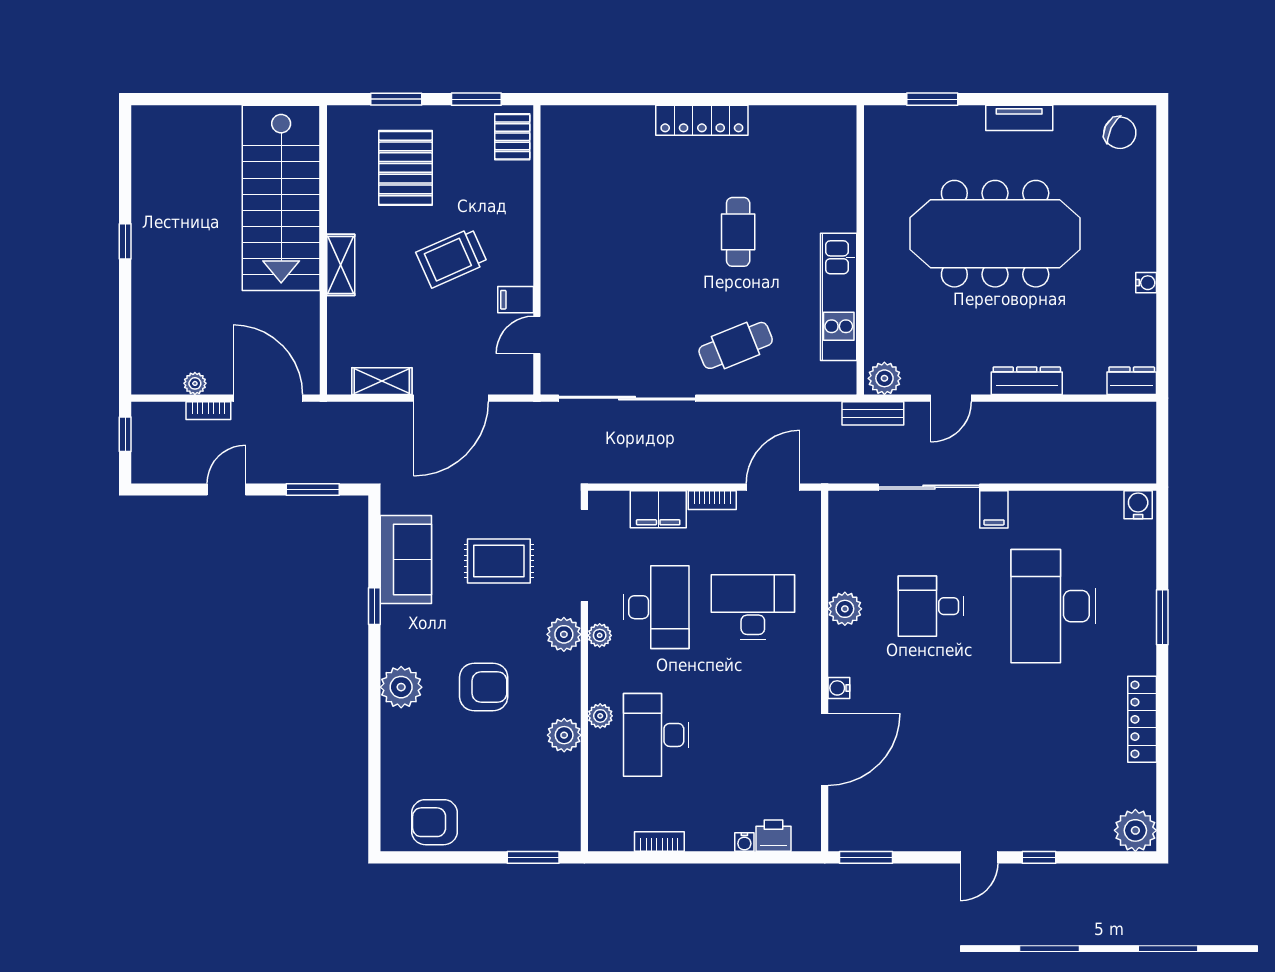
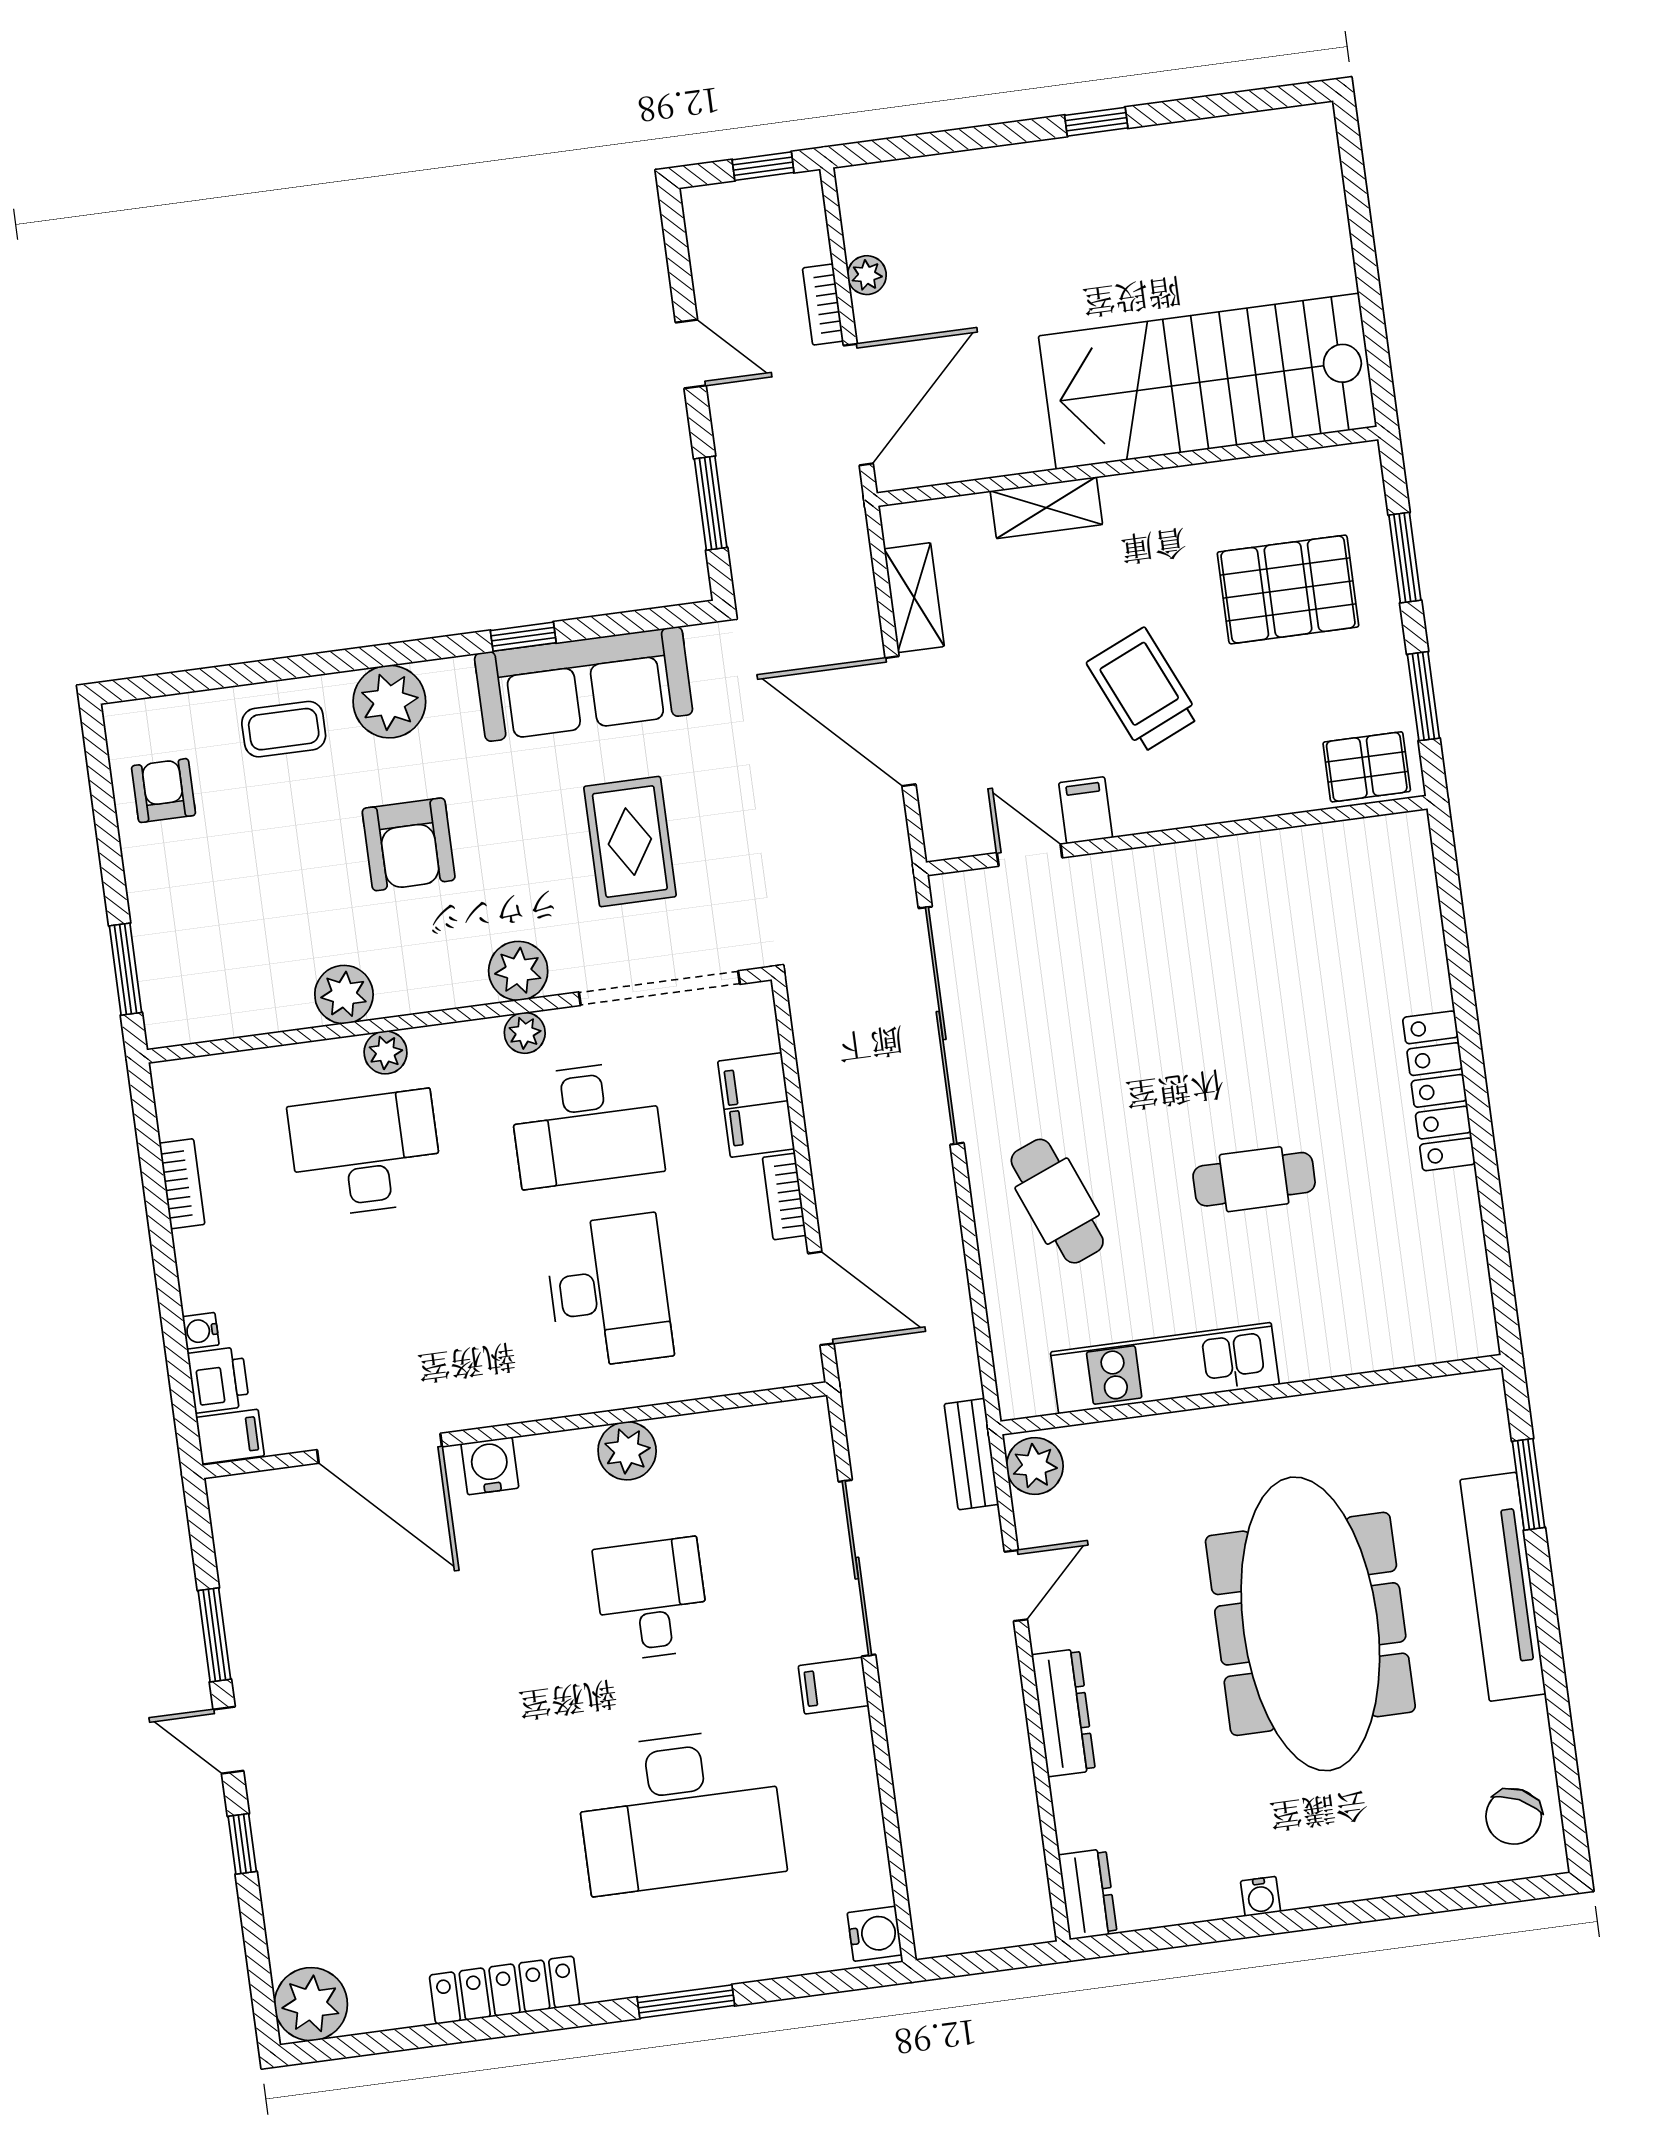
tv unit: (1019, 118) -> (1503, 1587), width x1.92, depth x1.29
shelving: (341, 265) -> (1046, 508), moved
door: (951, 398) -> (1016, 1586), swing flipped
sofa: (406, 559) -> (584, 684), width x1.36
desk: (1053, 606) -> (680, 1811), turned 180
water cooler: (839, 688) -> (490, 1466), width x1.38, depth x1.38
coffee table: (409, 749) -> (284, 729), added
armchair: (435, 822) -> (163, 791), width x0.72, depth x0.72
filing cabinet: (807, 833) -> (230, 1437), added
window: (866, 857) -> (214, 1635), moved

